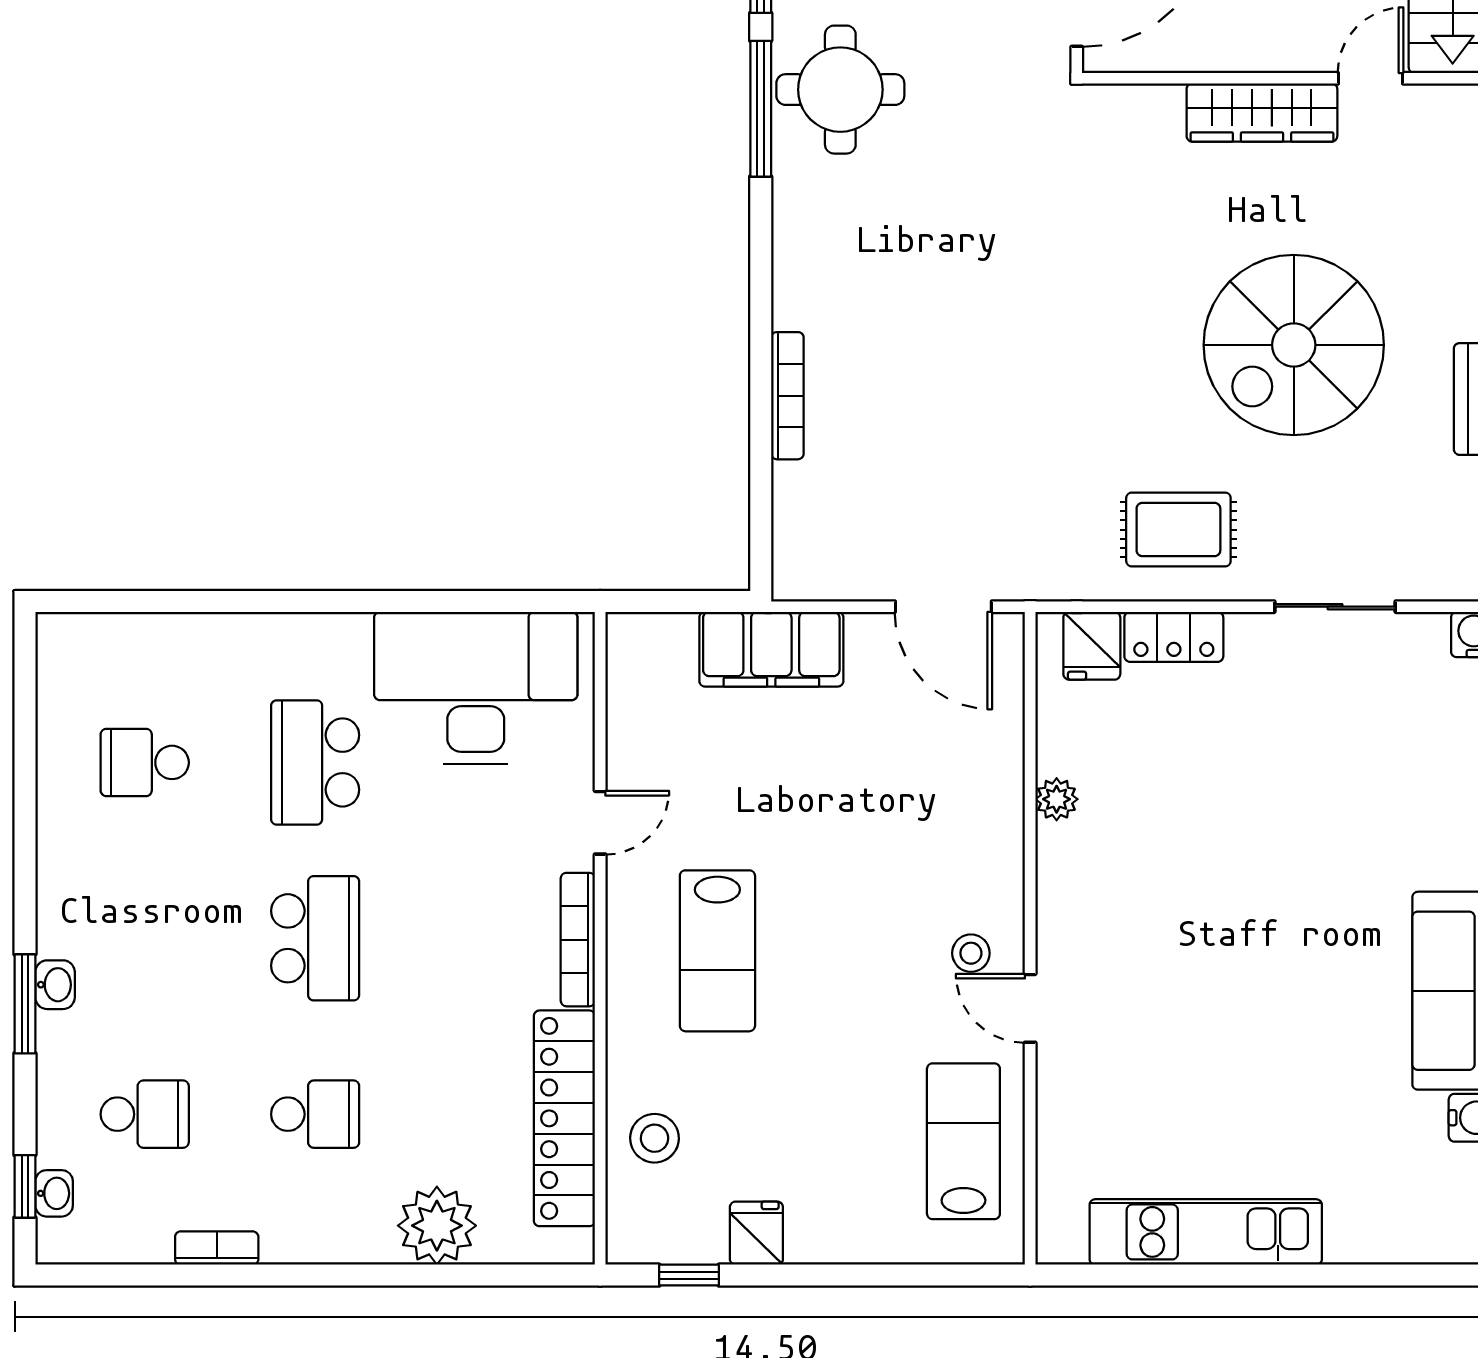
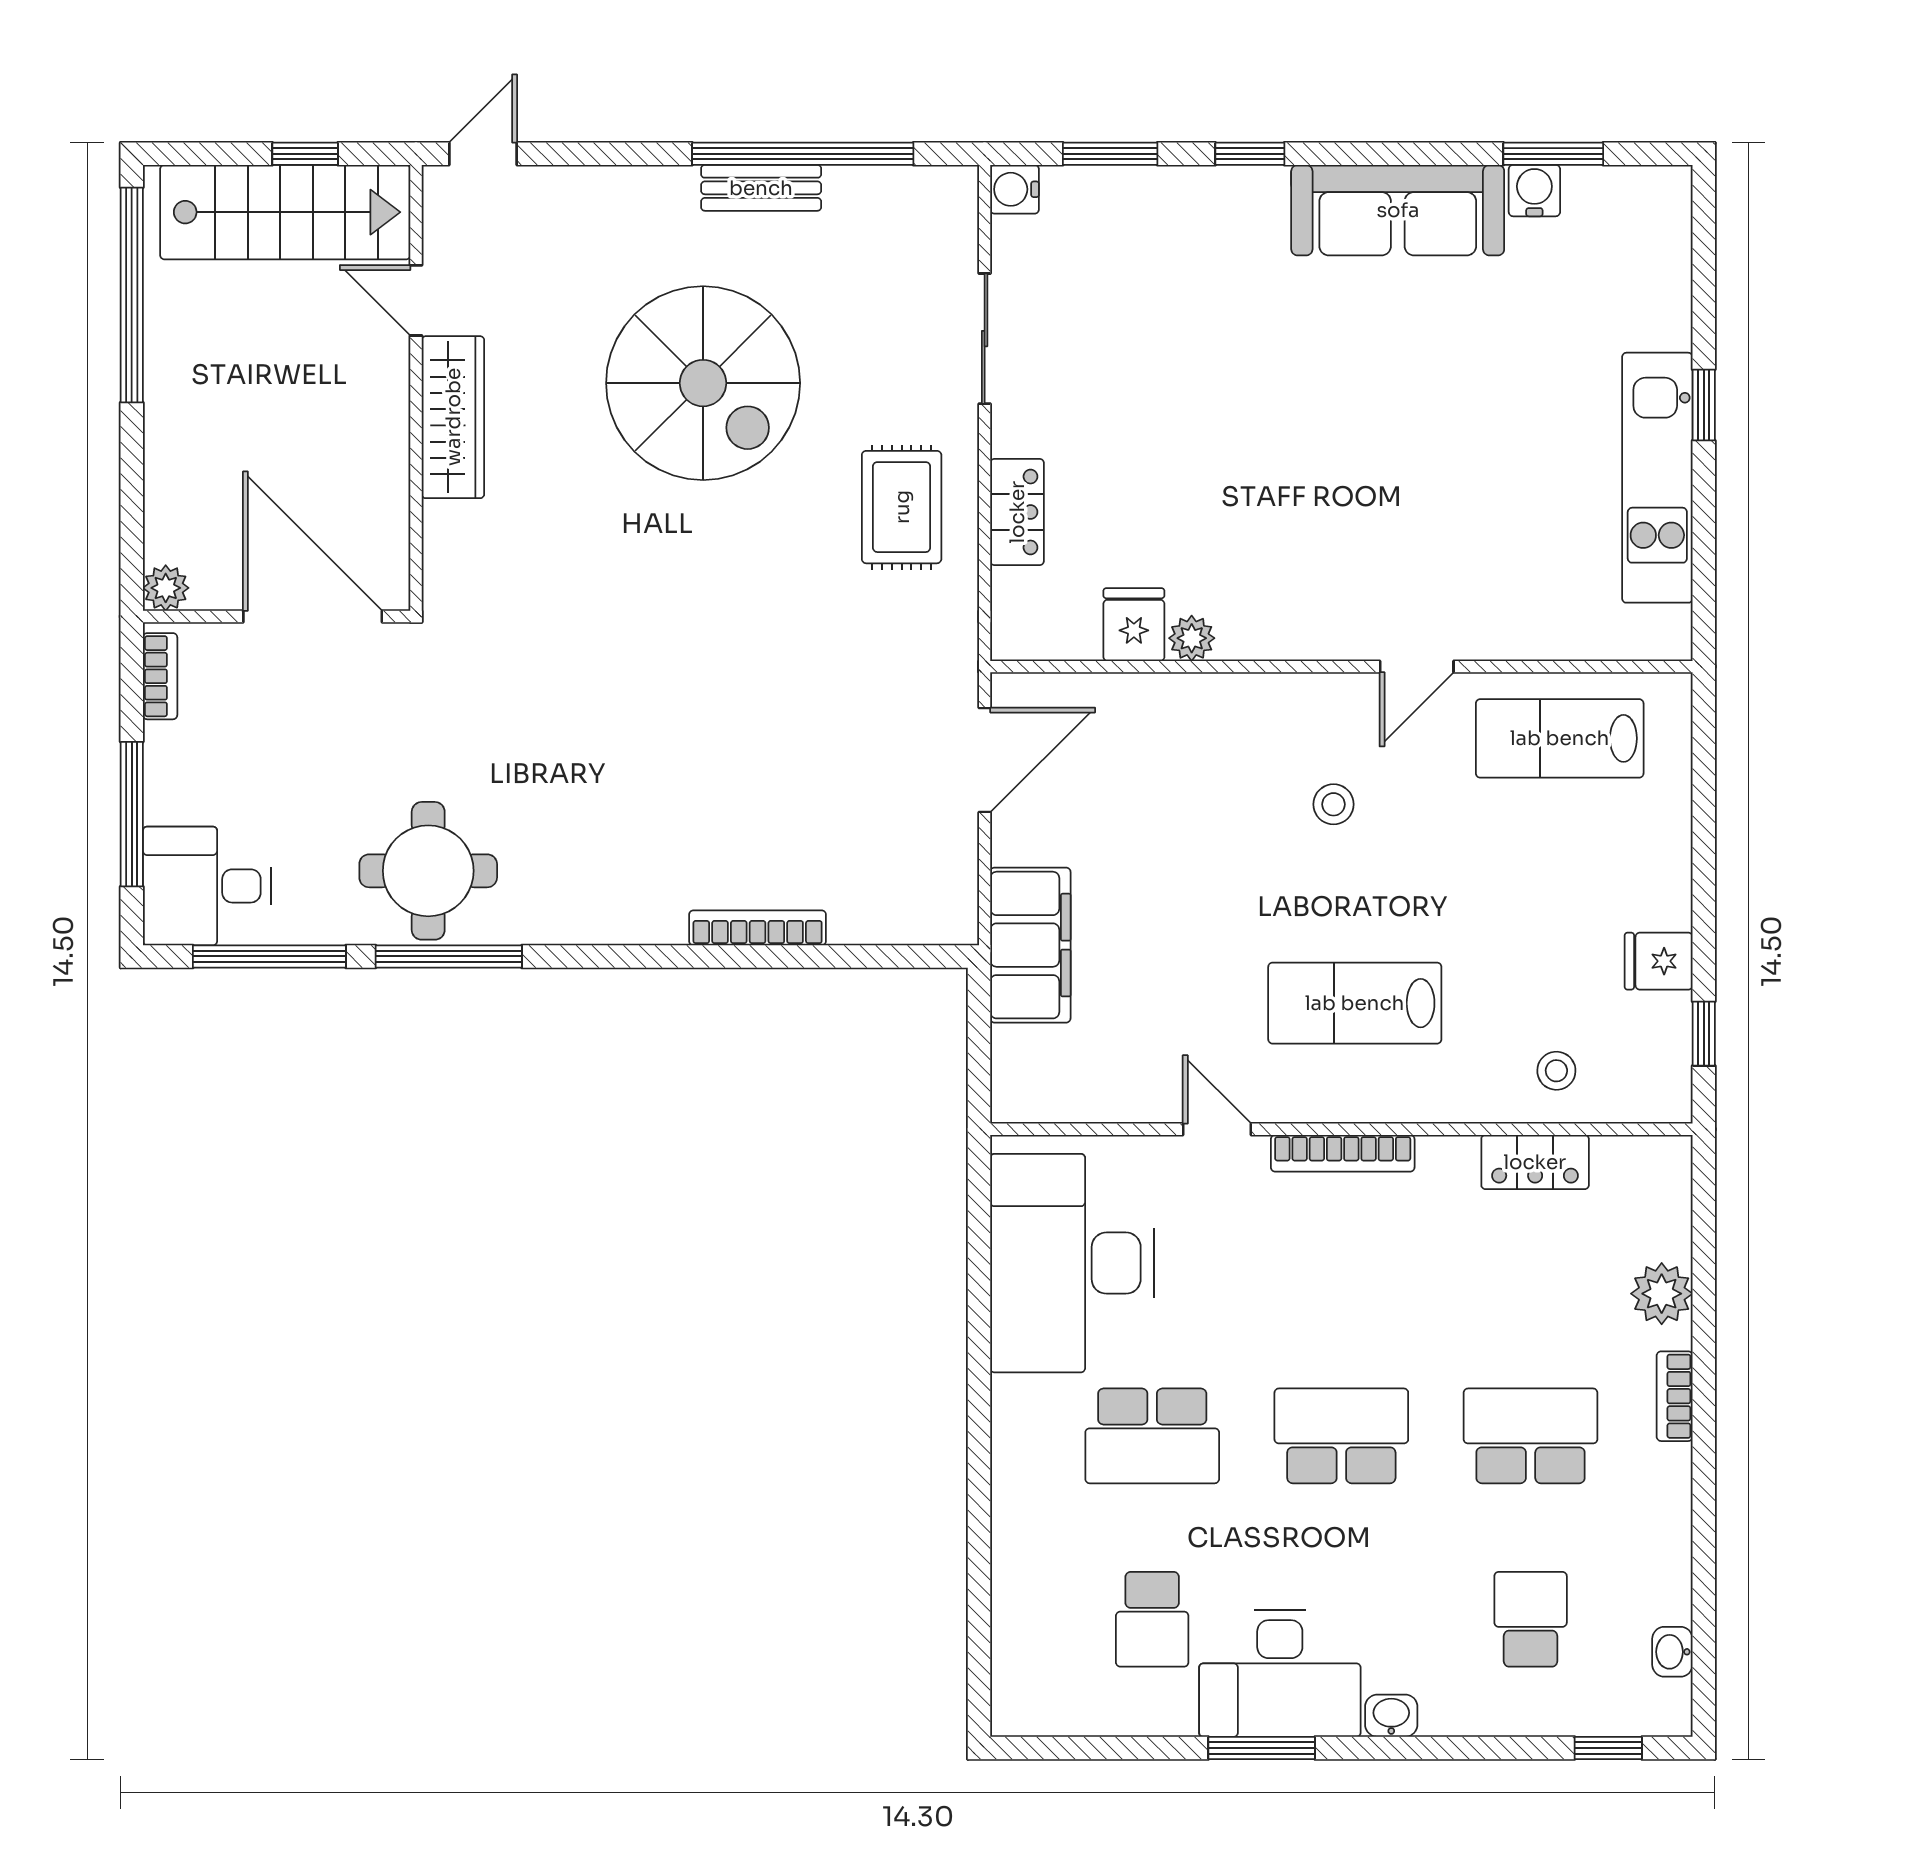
fridge: (1092, 646) -> (1134, 625), moved, turned -90
desk: (94, 881) -> (1280, 1673), added
lab bench: (717, 951) -> (1355, 1003), turned 180
stool: (971, 953) -> (1334, 804), moved
window: (25, 1004) -> (1262, 1748), moved
school desk: (315, 1114) -> (1531, 1436), width x1.85
locker: (564, 1118) -> (1535, 1162), width x0.46, depth x0.83
stool: (655, 1138) -> (1556, 1071), width x0.73, depth x0.73
washbasin: (54, 1193) -> (1672, 1652), moved, turned -90
plant: (437, 1226) -> (1662, 1294), width x0.73, depth x0.73
bookcase: (217, 1248) -> (1675, 1396), moved
window: (1273, 1275) -> (1704, 405), added

